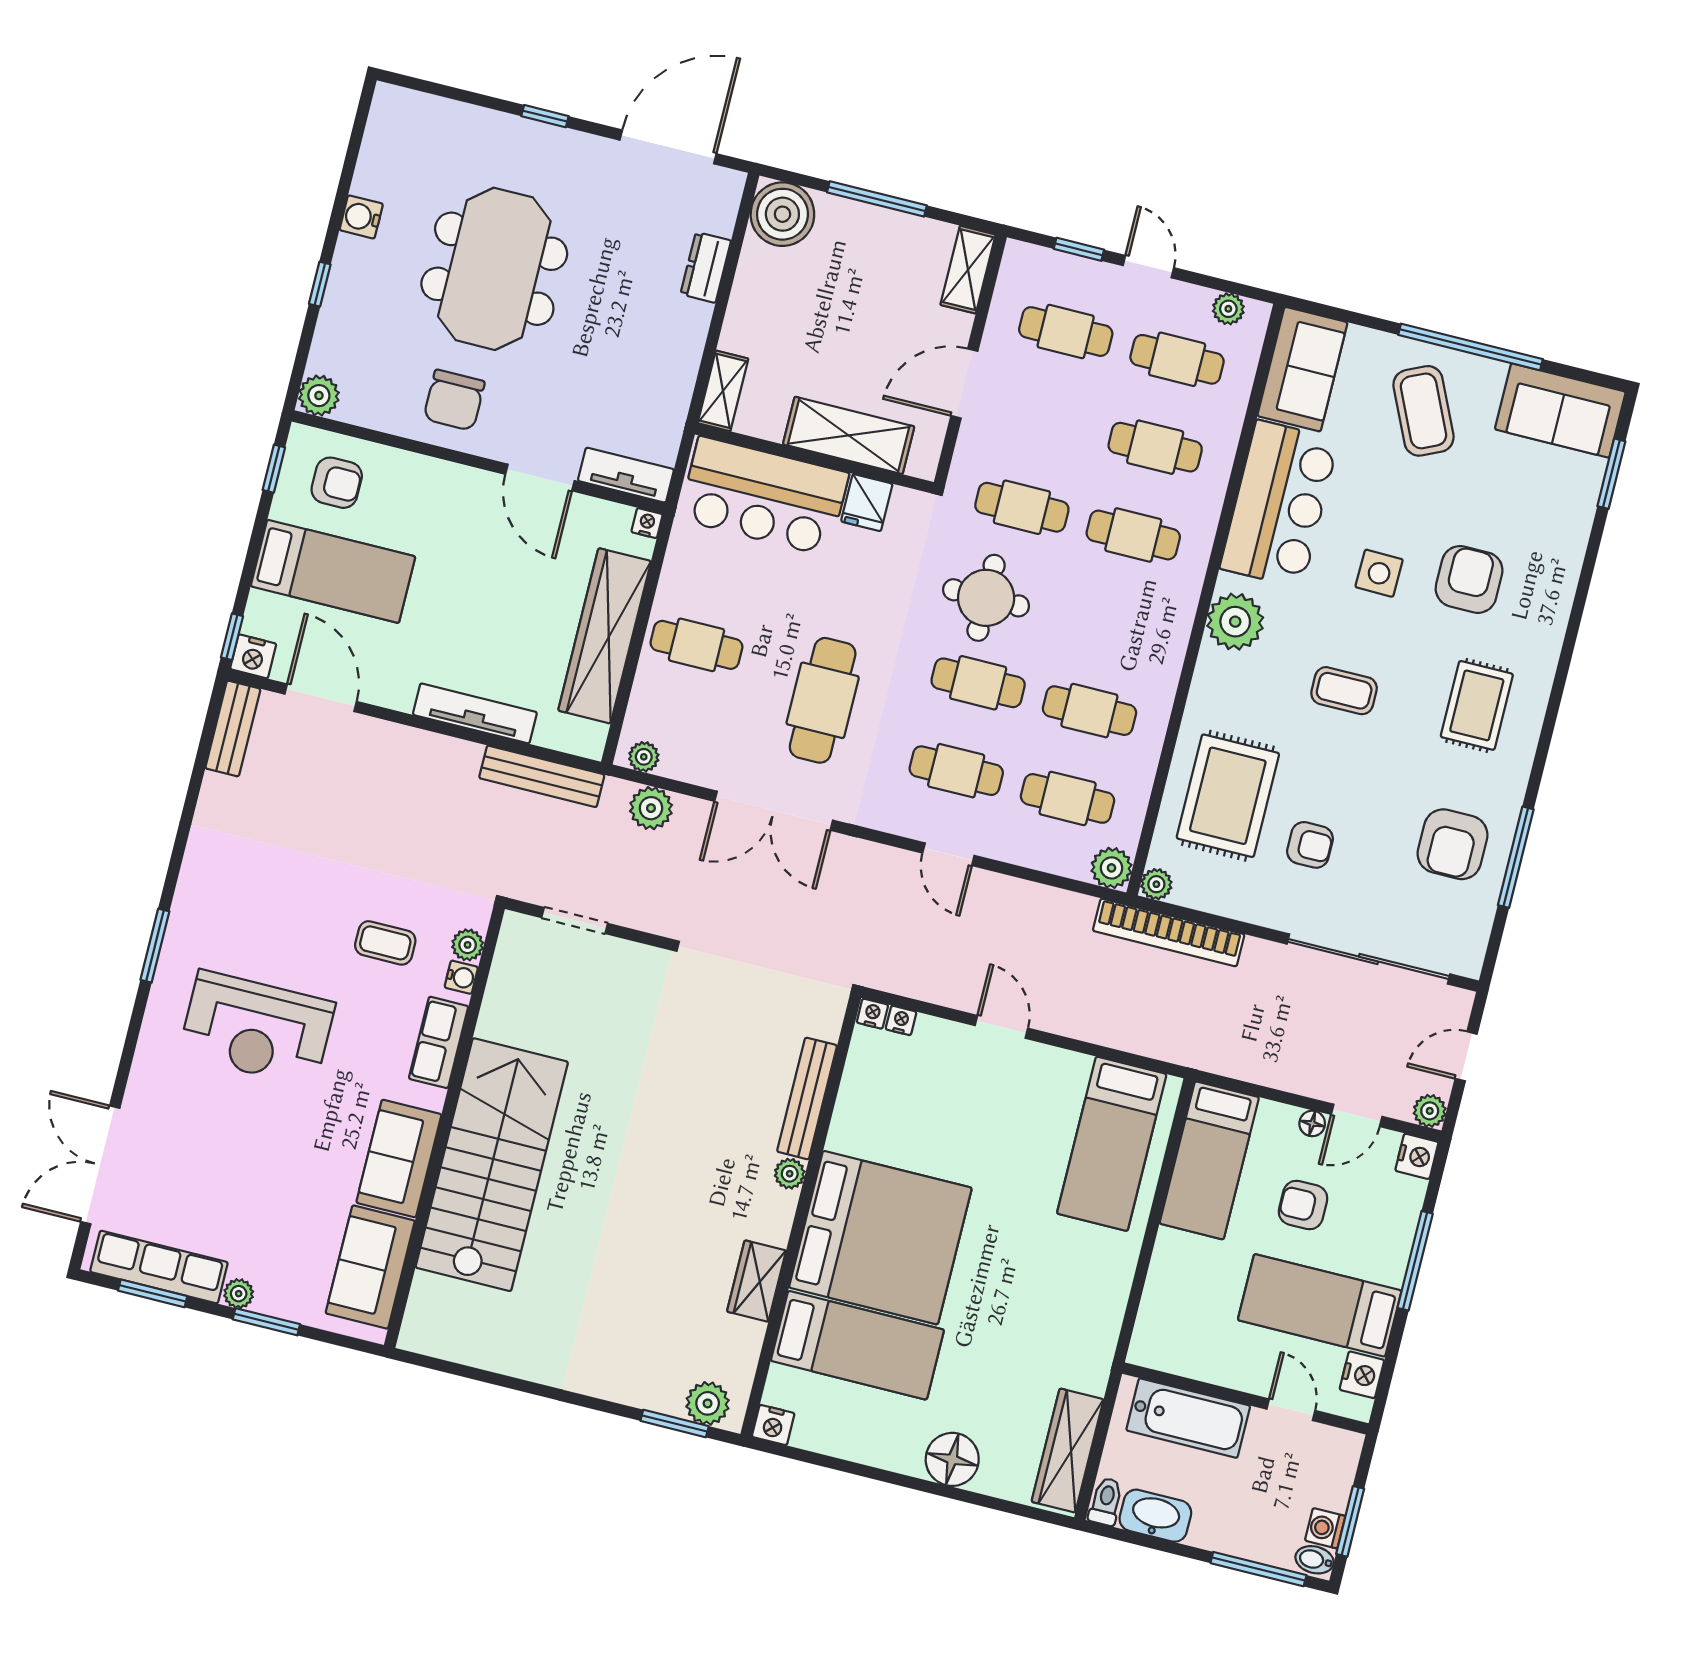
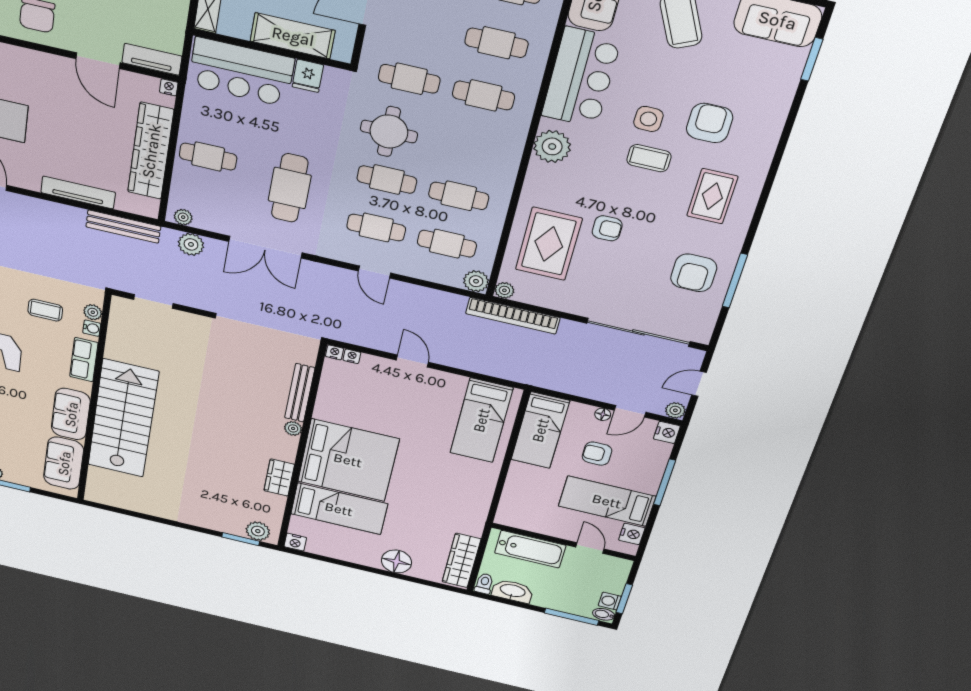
coffee table: (1344, 691) -> (649, 158), moved
armchair: (1310, 845) -> (607, 228), moved

